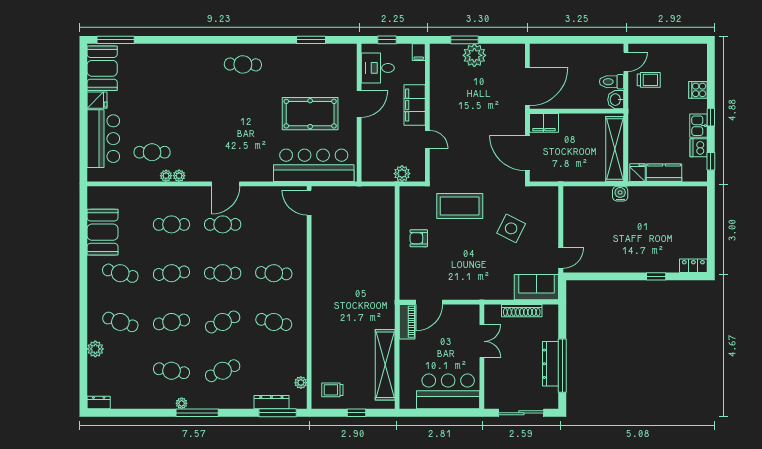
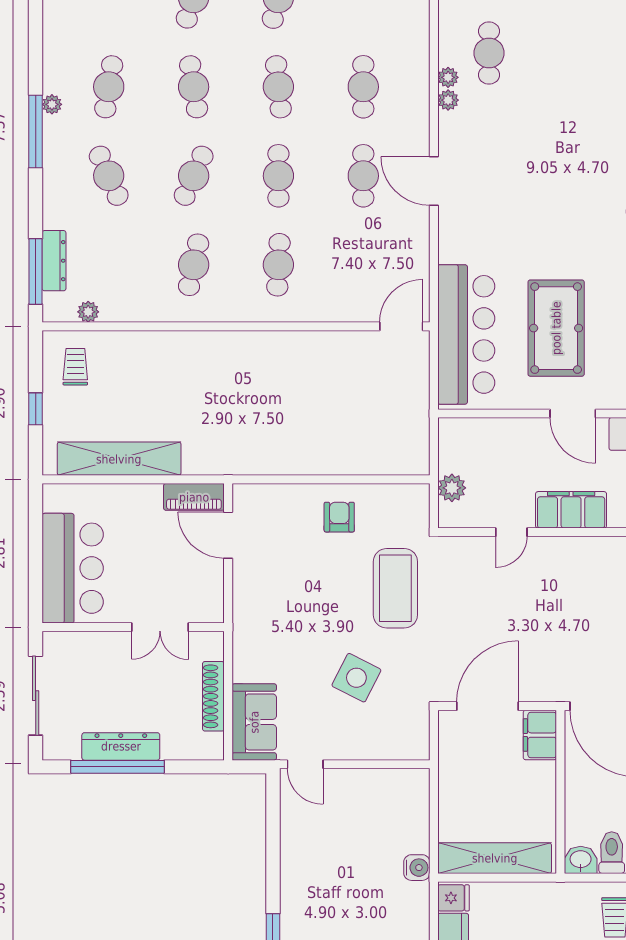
cafe table: (223, 322) -> (194, 176), turned 48

